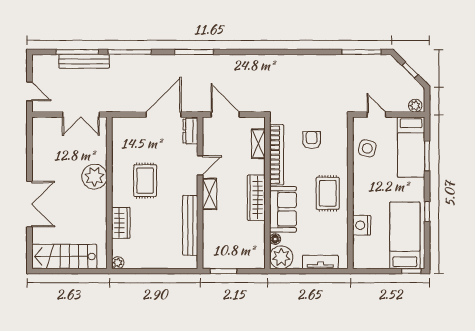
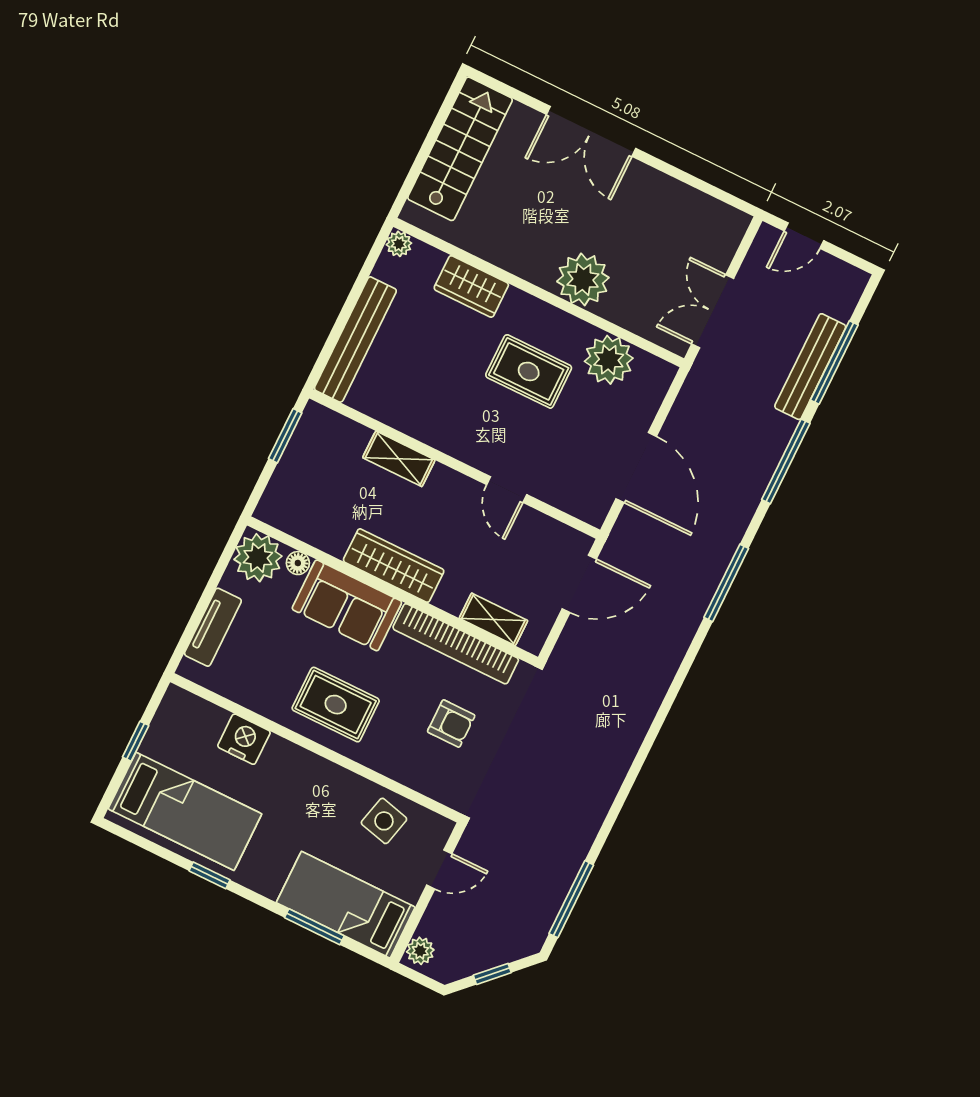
dresser: (190, 131) -> (580, 503), removed
plant: (123, 149) -> (609, 360), added
shelving: (210, 194) -> (399, 459), moved
bench: (190, 225) -> (355, 340), moved, turned 90
window: (411, 271) -> (136, 741), moved

